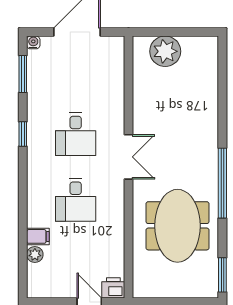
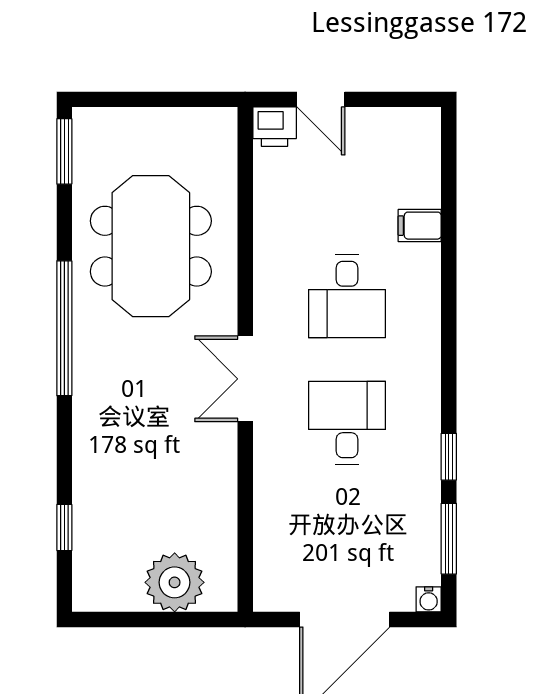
window: (222, 80) -> (64, 527), added
window: (23, 134) -> (449, 457), moved
desk: (76, 200) -> (347, 296), turned 180
plant: (35, 254) -> (426, 191), removed

